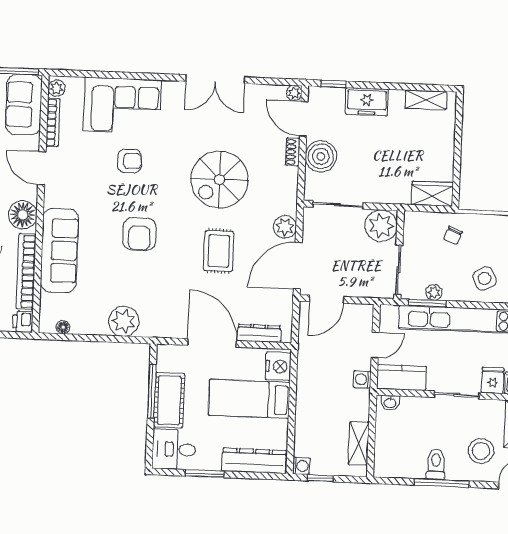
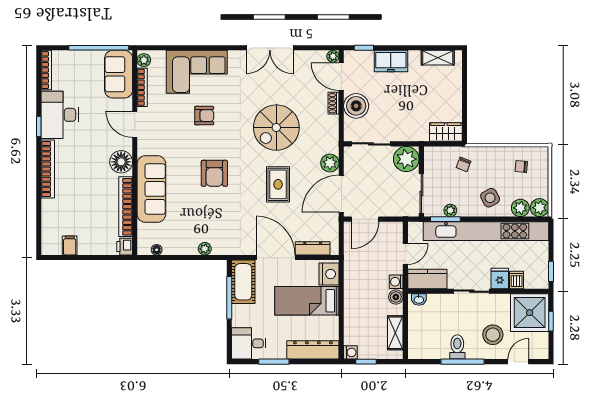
plant: (124, 321) -> (205, 249), width x0.53, depth x0.53
boiler: (361, 399) -> (396, 297), added
cot: (169, 400) -> (243, 282), moved

